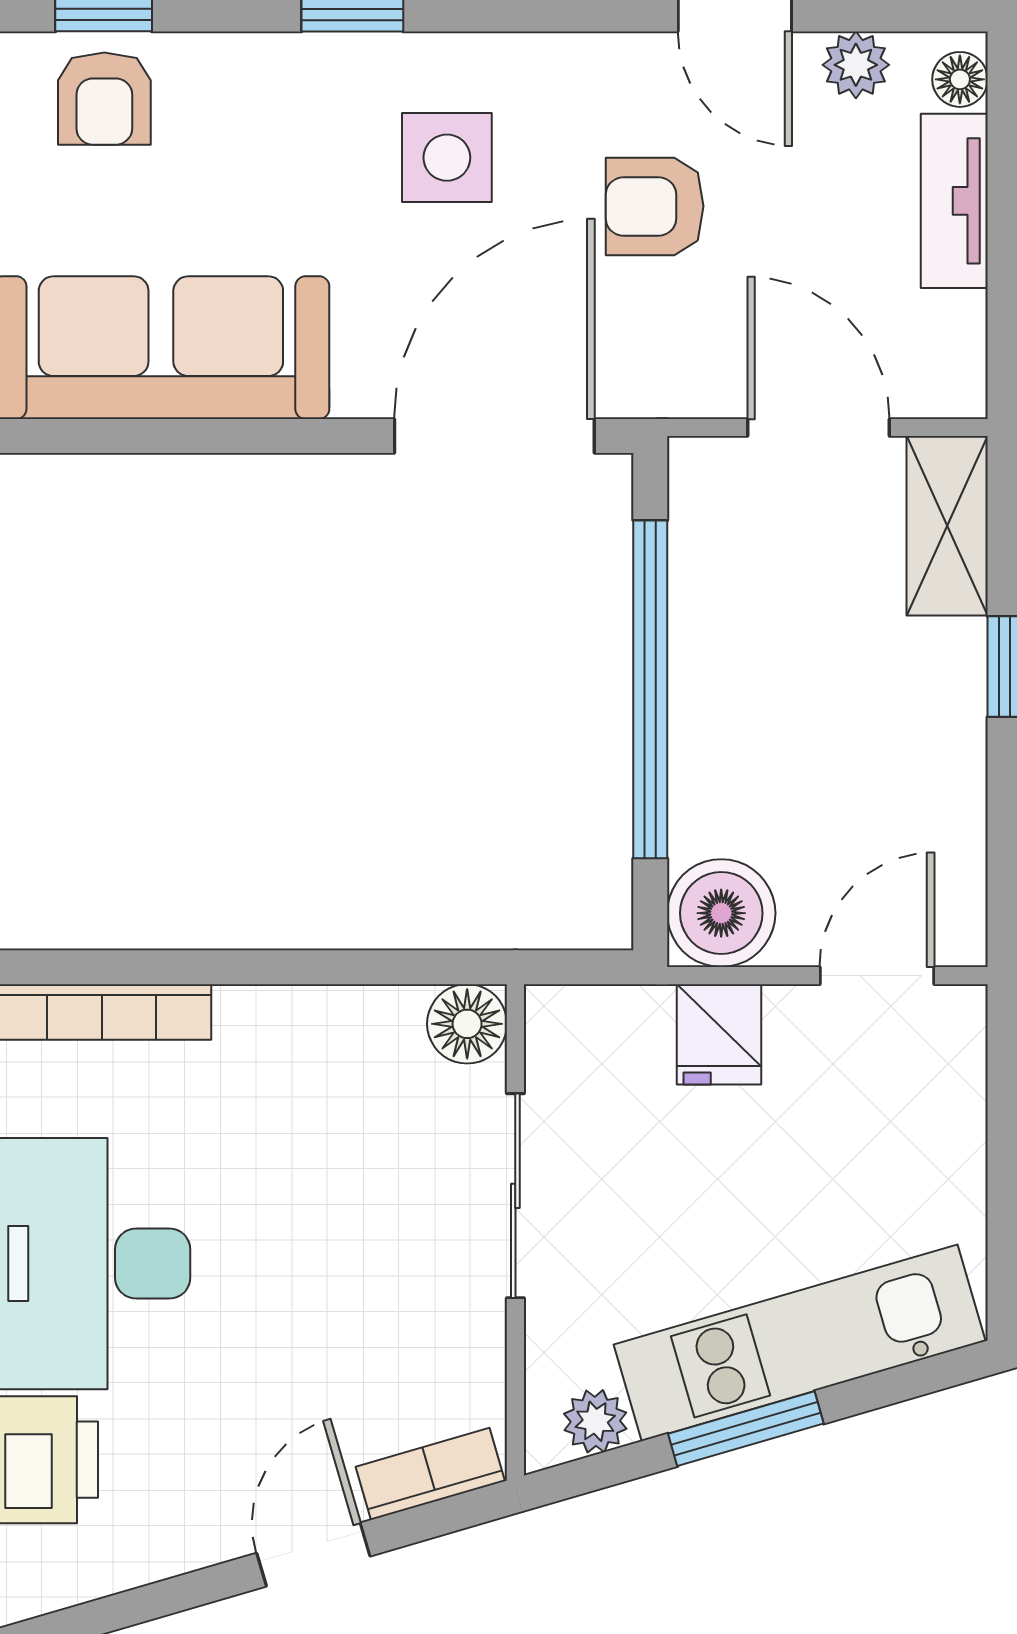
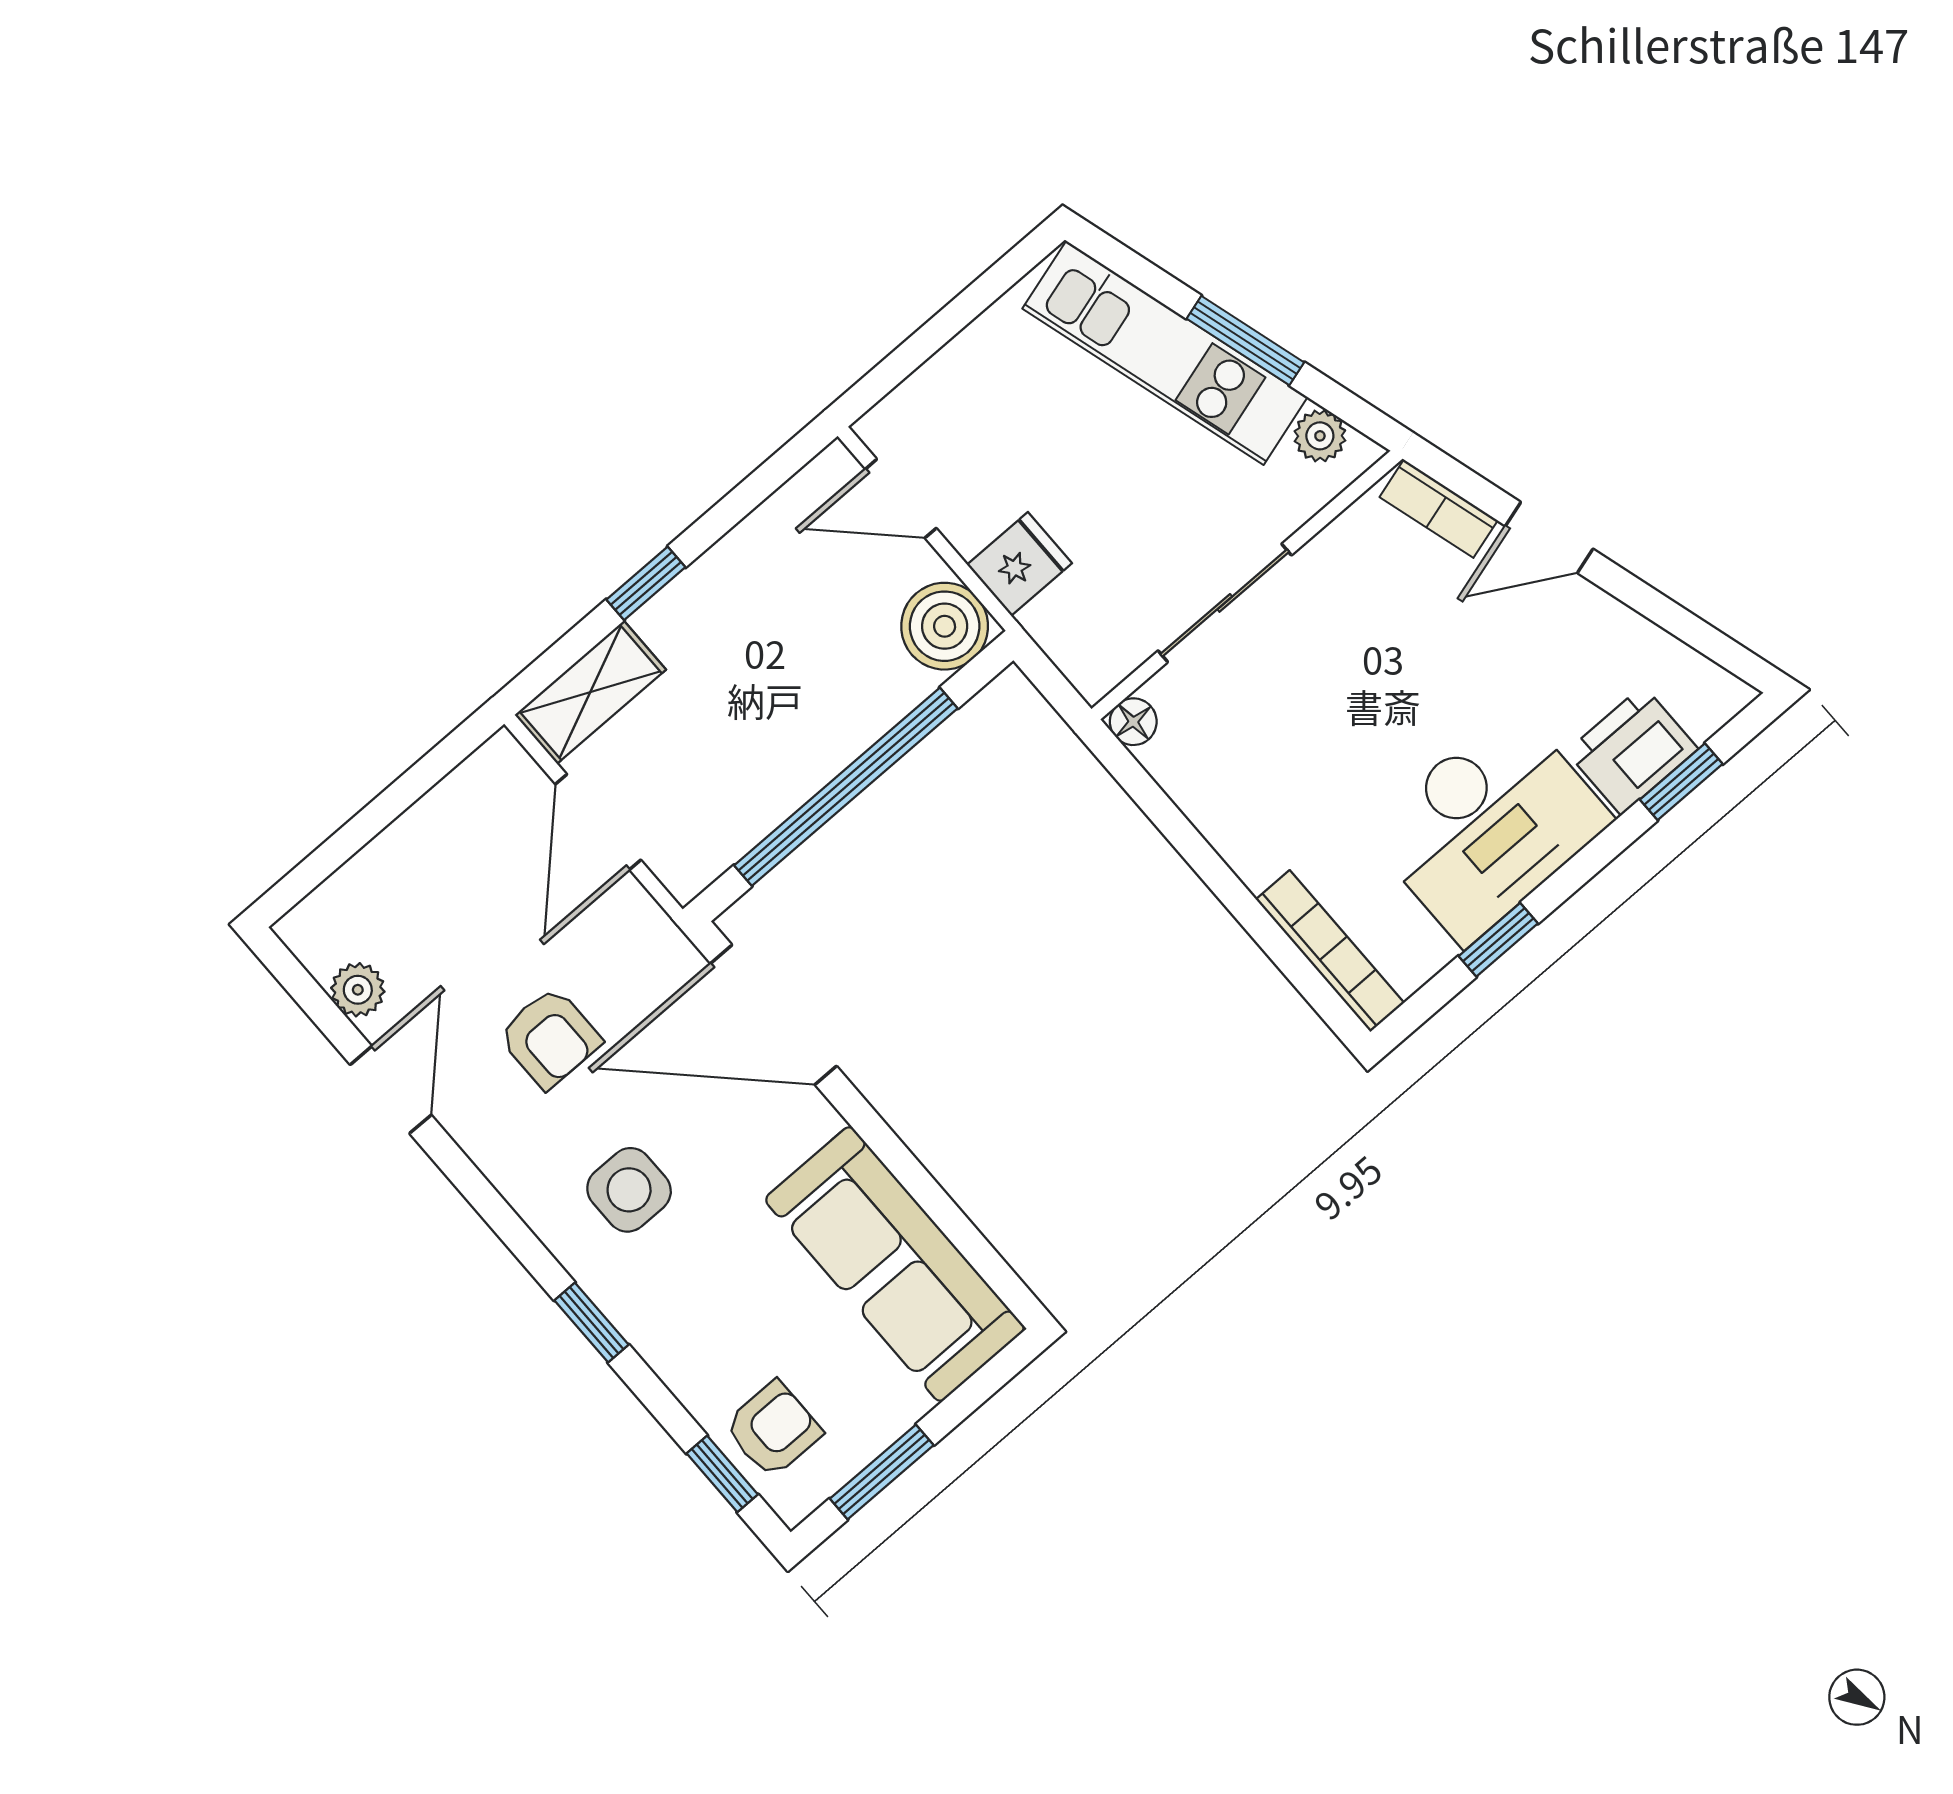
floor lamp: (960, 79) -> (312, 919), removed
tv unit: (954, 201) -> (389, 858), removed
floor lamp: (467, 1024) -> (1133, 722), width x0.73, depth x0.73

